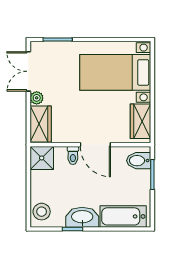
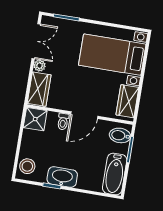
double door: (28, 71) -> (36, 41), swing flipped
door: (95, 145) -> (84, 115), hinge flipped
bathtub: (123, 216) -> (115, 174), moved, turned -90

